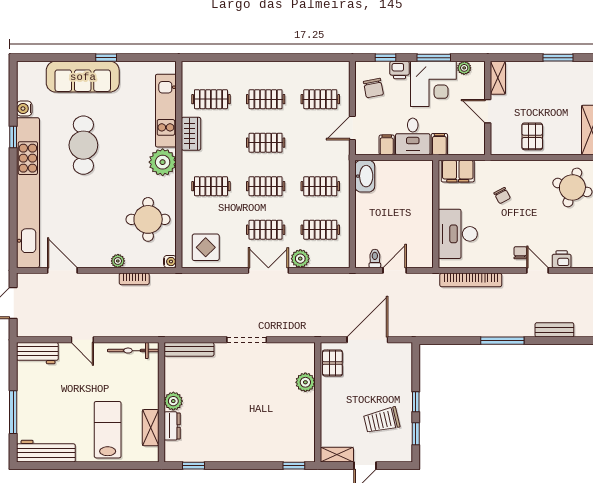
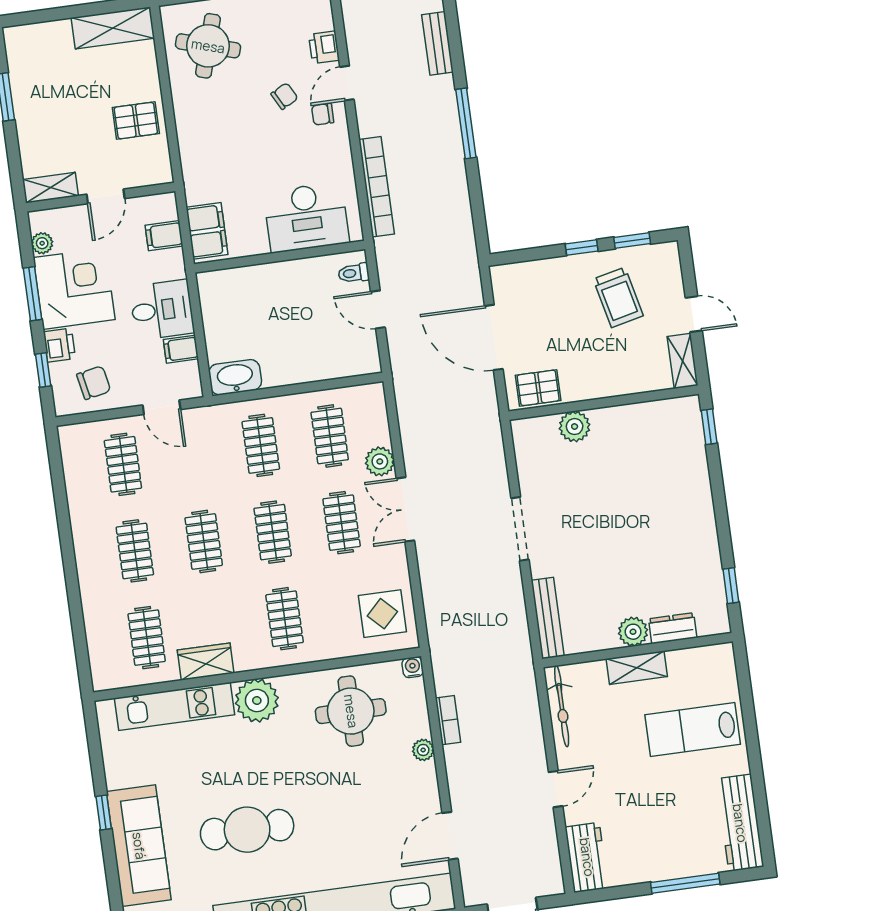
filing cabinet: (439, 144) -> (164, 236), moved
chair: (502, 196) -> (284, 96), moved
toilet: (375, 258) -> (354, 273), moved
shelving: (151, 428) -> (637, 668), moved

